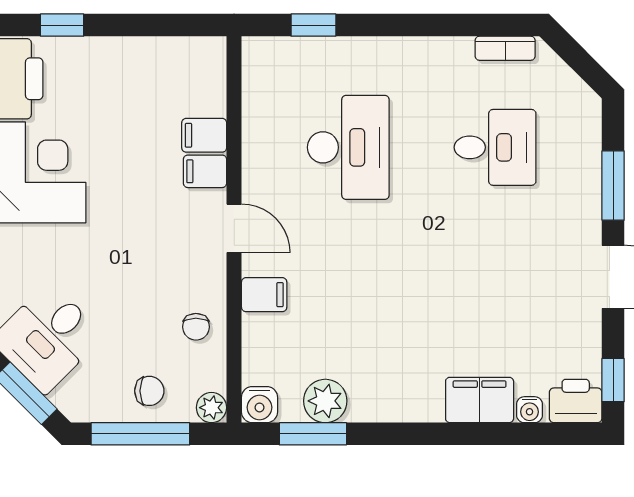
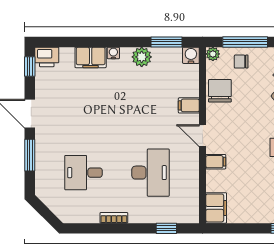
bookcase: (505, 48) -> (114, 218), moved
filing cabinet: (204, 135) -> (216, 208), moved, width x2.00
desk: (348, 147) -> (150, 173), turned 180
chair: (196, 327) -> (220, 91), width x1.87, depth x1.87
plant: (325, 401) -> (142, 57), moved
water cooler: (530, 410) -> (113, 53), moved

